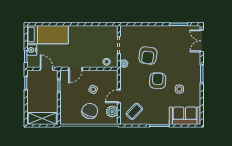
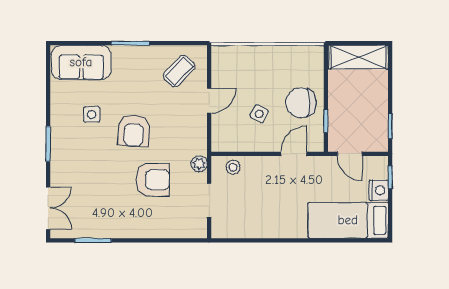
armchair: (148, 55) -> (153, 180), turned 82
chair: (90, 111) -> (301, 103), moved, turned 69
plant: (112, 112) -> (222, 71), removed

